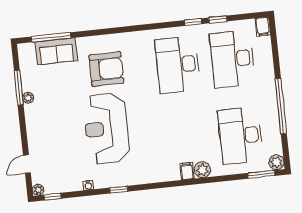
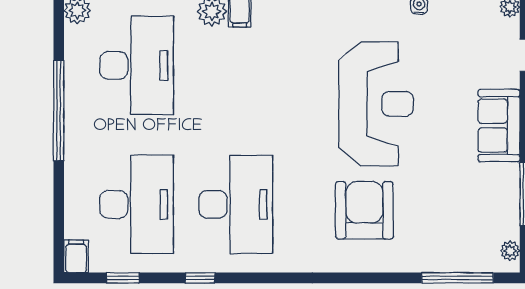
window: (218, 19) -> (123, 278), moved
sofa: (56, 51) -> (499, 126), moved, turned -90
armchair: (106, 69) -> (364, 210), turned 90
plant: (28, 98) -> (510, 251), moved

